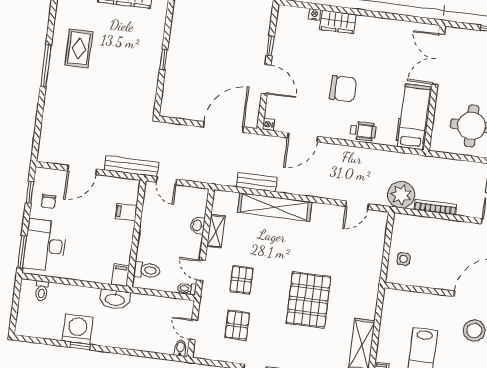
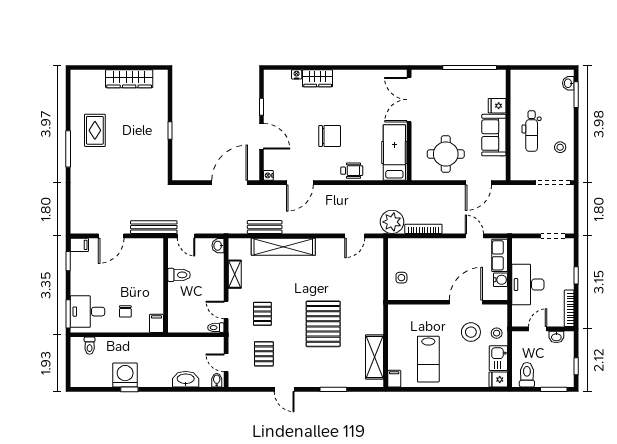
chair: (48, 202) -> (125, 311), moved
filing cabinet: (126, 212) -> (79, 245), moved, turned 180
washbasin: (197, 225) -> (218, 246), moved
desk: (45, 245) -> (87, 312), width x0.73
toilet: (147, 270) -> (179, 275), moved
washbasin: (115, 299) -> (186, 379), moved, turned 180

